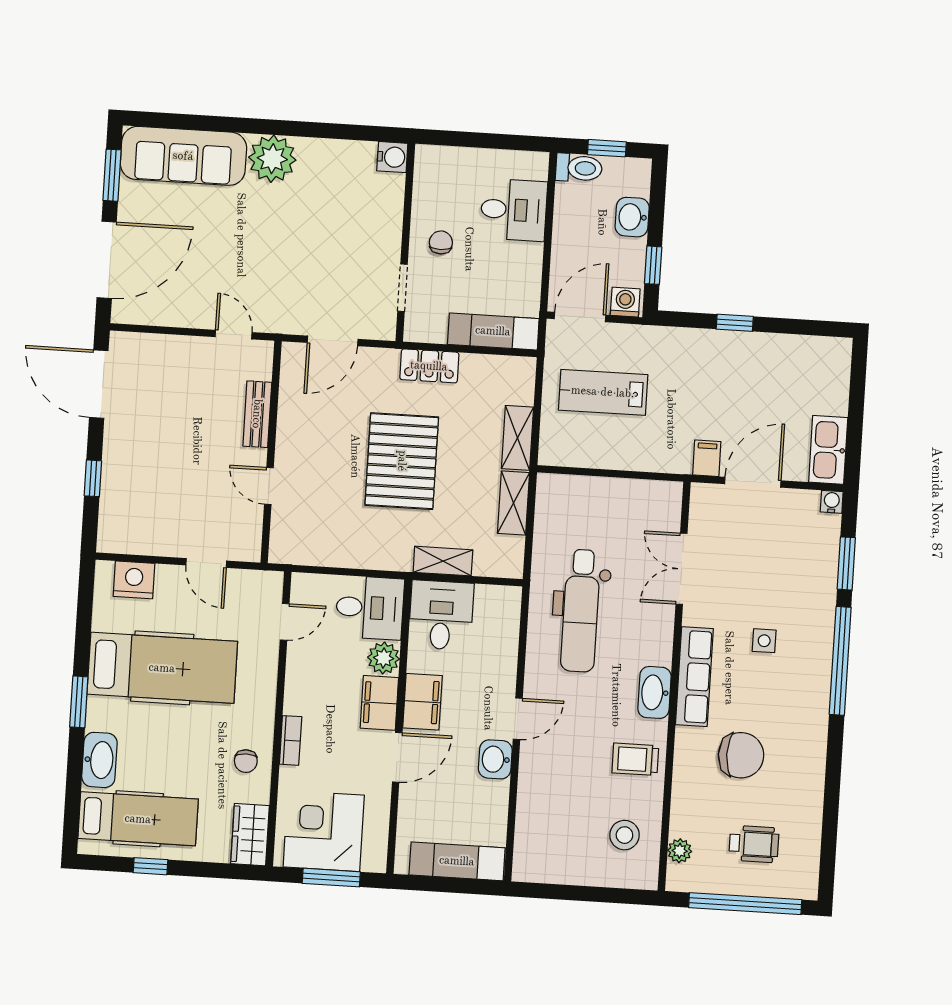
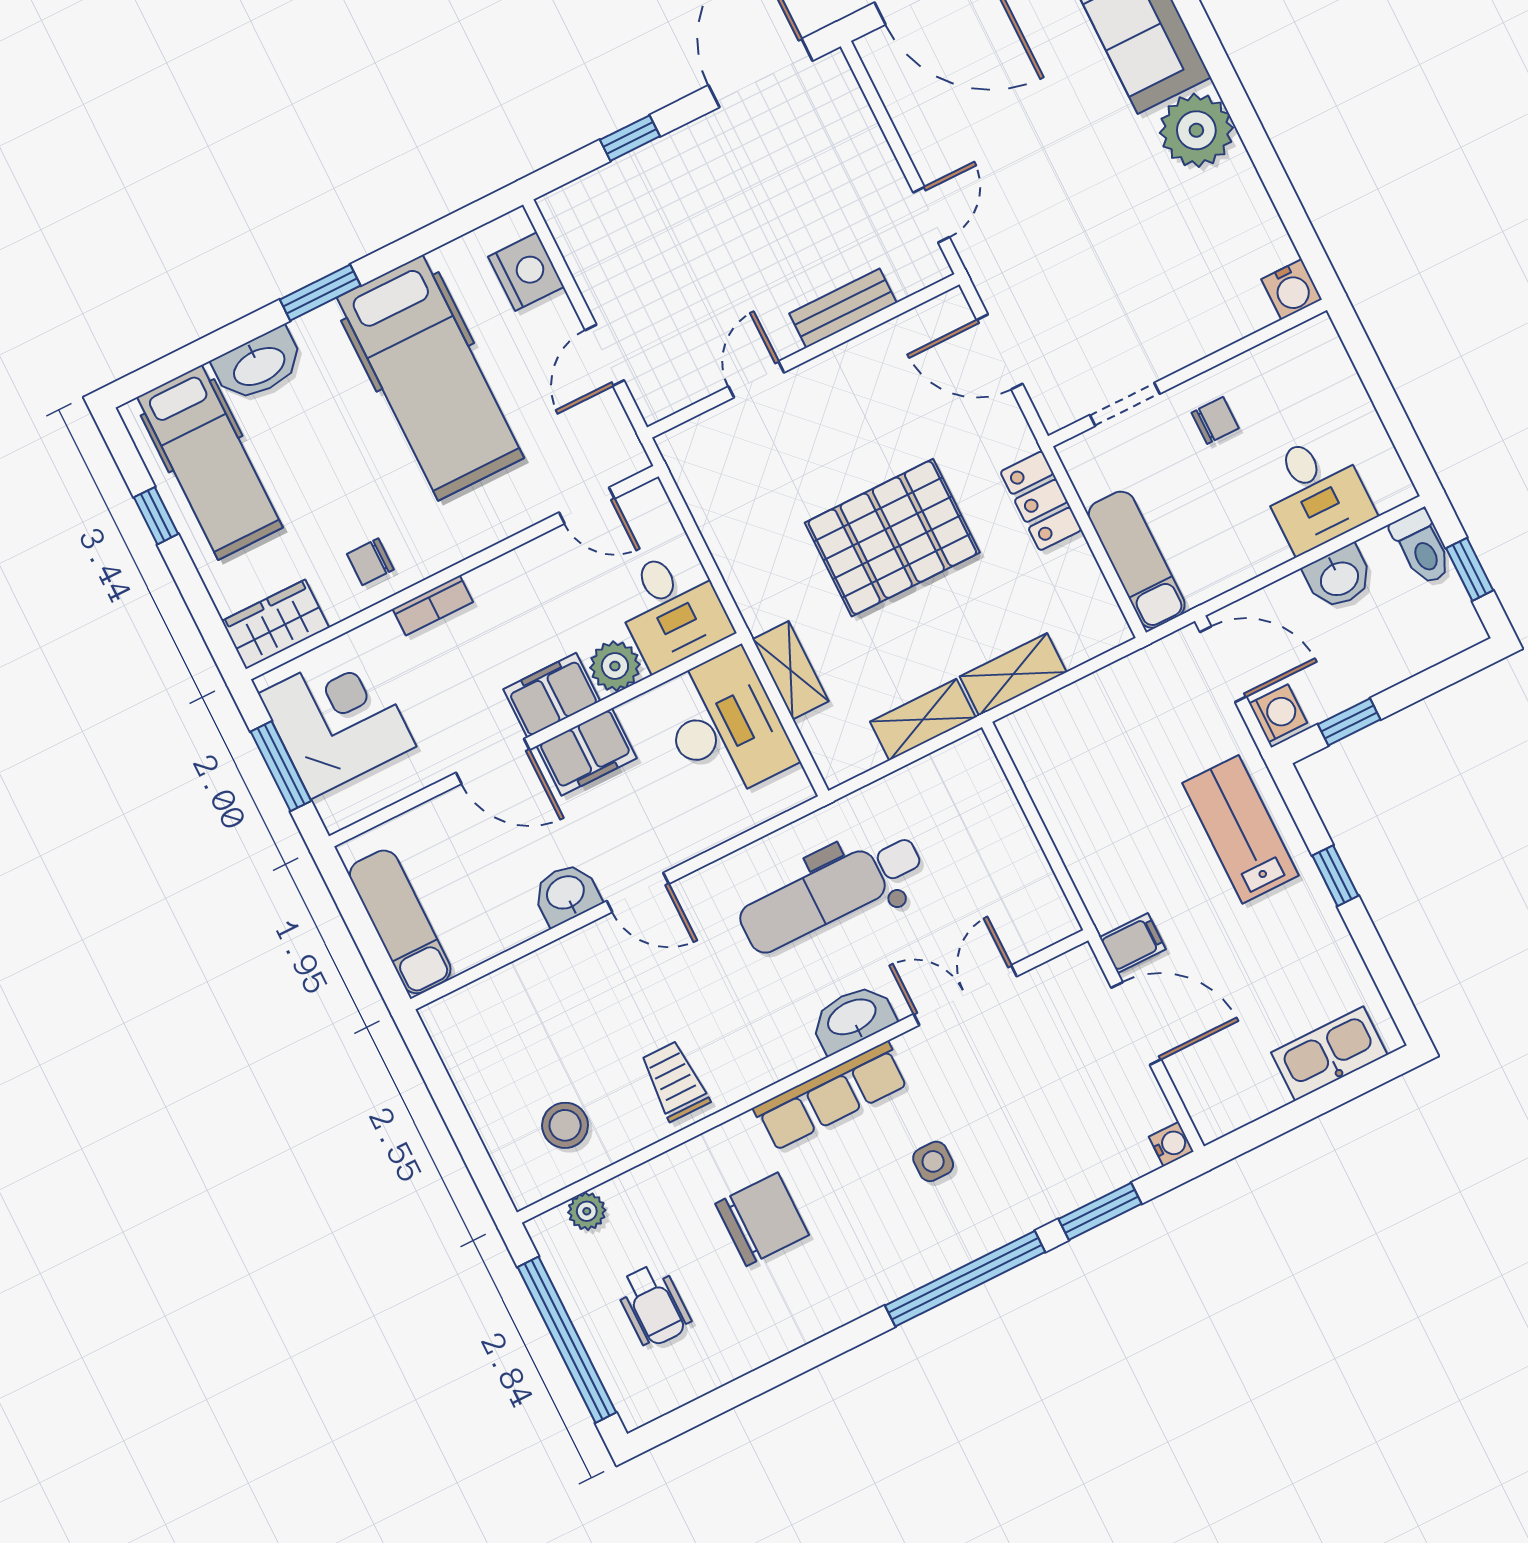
washbasin: (632, 217) -> (1339, 577), moved, turned 180
lab bench: (603, 392) -> (1240, 829), moved
kitchen sink: (828, 450) -> (1329, 1054), moved
desk: (441, 615) -> (725, 726), width x1.37
washbasin: (654, 692) -> (852, 1018), moved
chair: (741, 755) -> (762, 1219), turned -90

